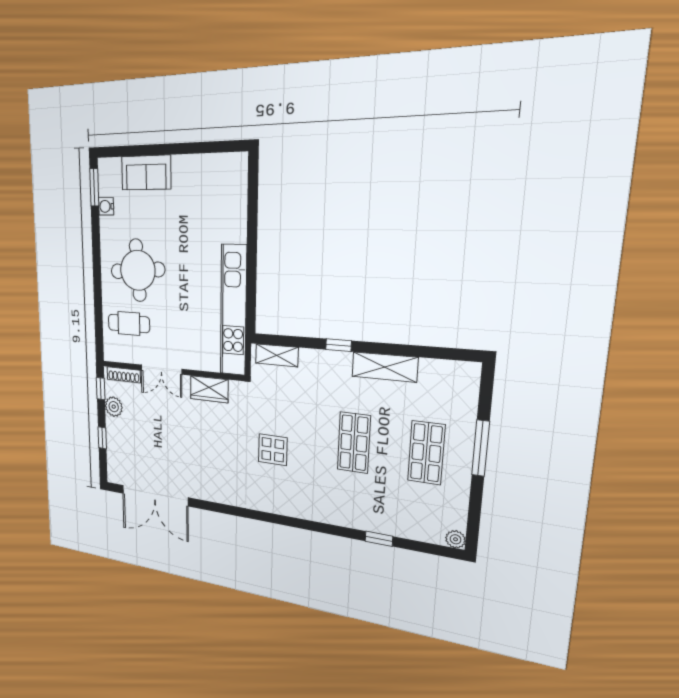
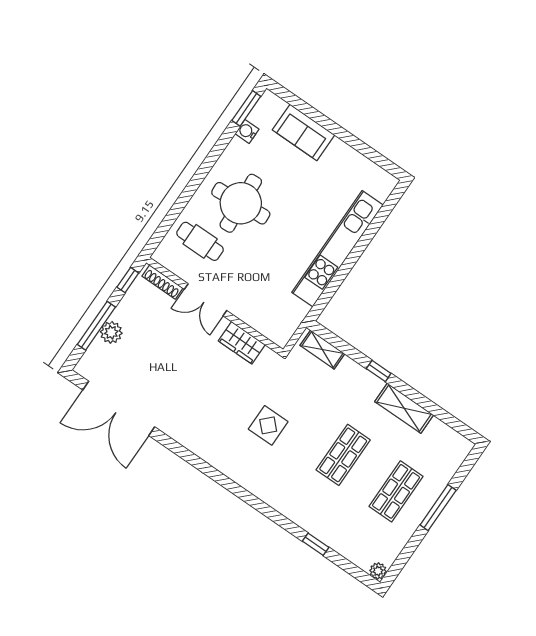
kitchen unit: (233, 311) -> (337, 249), moved
plant: (114, 407) -> (111, 332), moved
window: (102, 438) -> (96, 326), width x2.17

